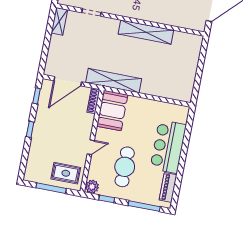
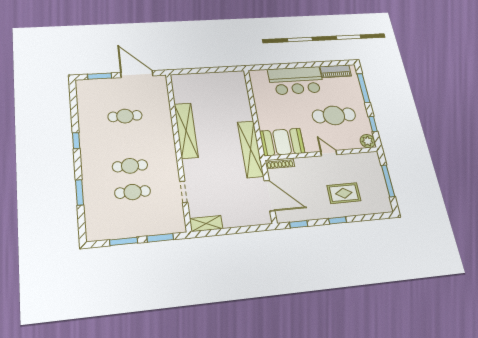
rug: (66, 173) -> (344, 193), moved, turned 90

